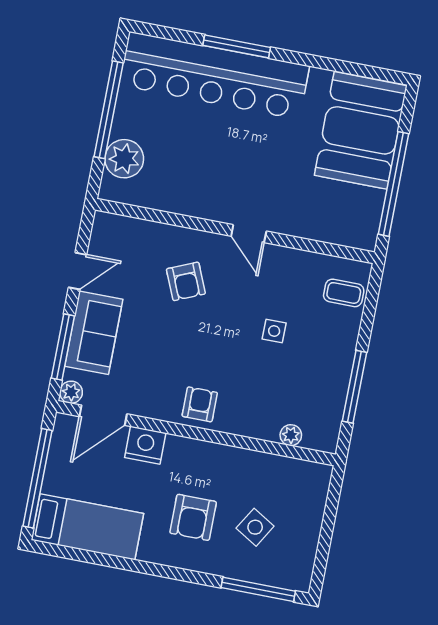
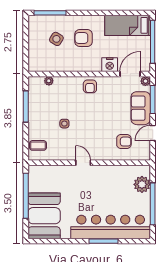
armchair: (186, 281) -> (124, 142), moved, turned 113
armchair: (193, 517) -> (84, 38), turned -90

